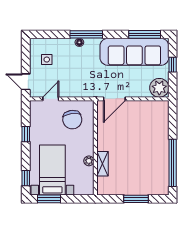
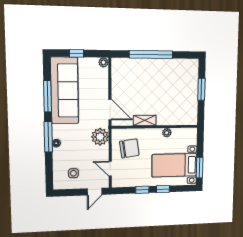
window: (145, 34) -> (47, 96), moved
plant: (85, 88) -> (100, 137), added
plant: (159, 88) -> (103, 62), width x0.53, depth x0.53
window: (173, 163) -> (151, 54), moved
shelving: (102, 164) -> (145, 120), moved
window: (26, 178) -> (163, 189), moved

